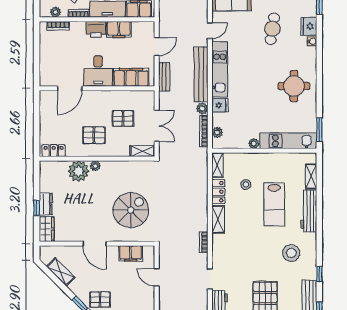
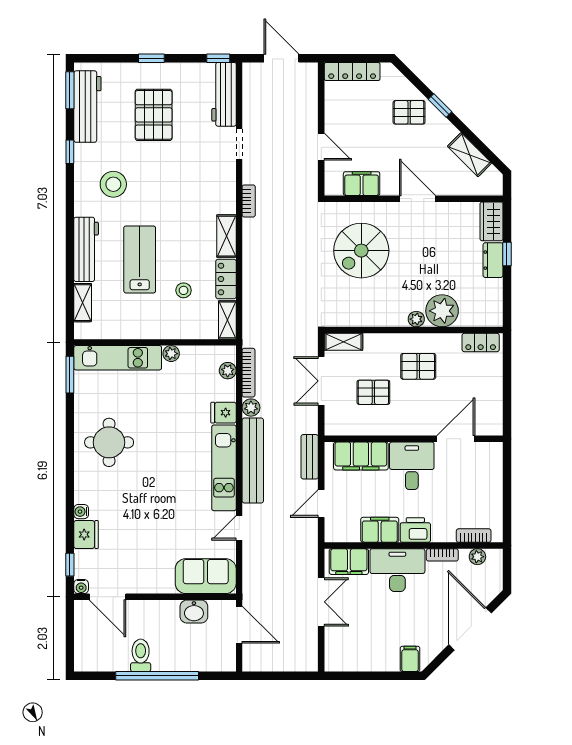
cafe table: (272, 29) -> (142, 531), removed

